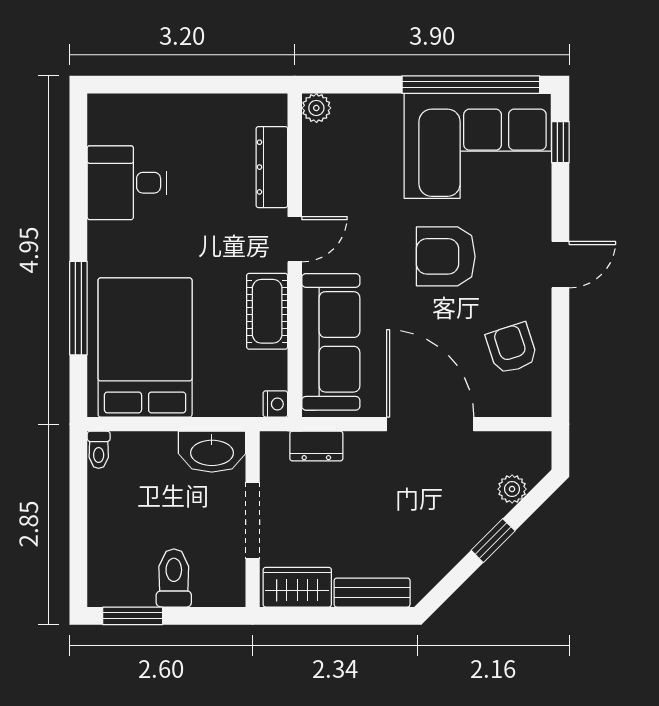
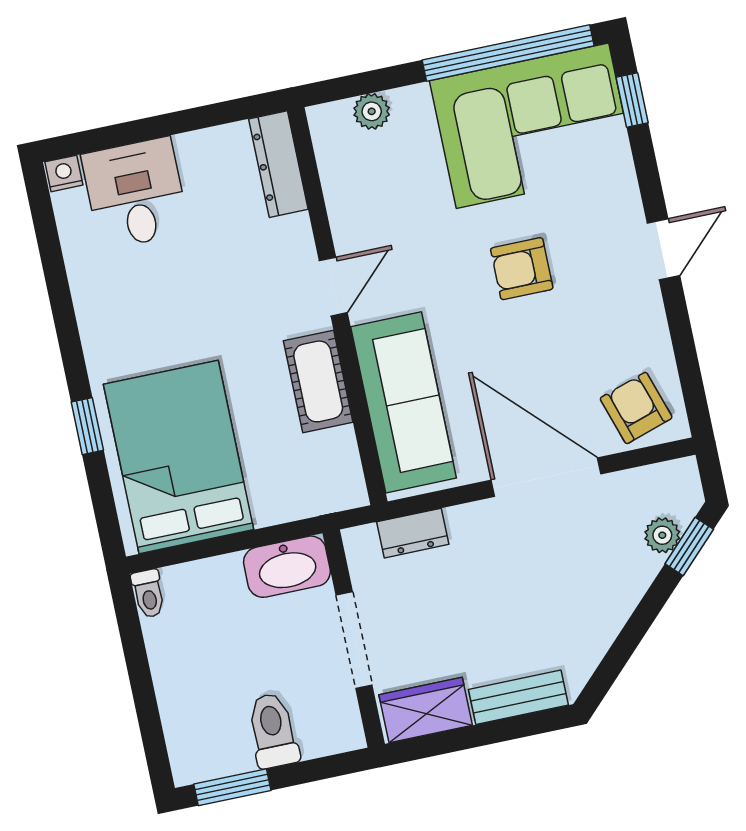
plant: (316, 108) -> (372, 111), moved
dresser: (272, 167) -> (278, 164), moved
desk: (127, 183) -> (135, 193), moved, turned 90
armchair: (446, 256) -> (522, 269), width x0.72, depth x0.72
window: (78, 308) -> (87, 426), width x0.46
armchair: (512, 348) -> (636, 408), moved
nightstand: (275, 404) -> (64, 173), moved, turned -90
window: (493, 541) -> (689, 547), moved

